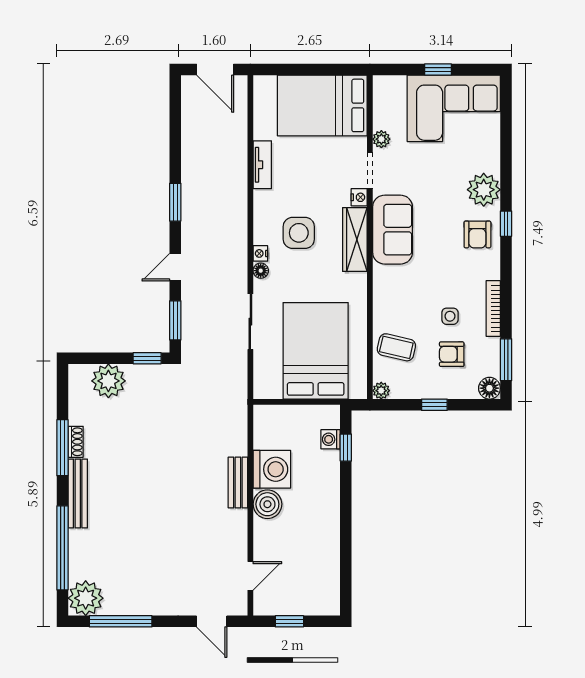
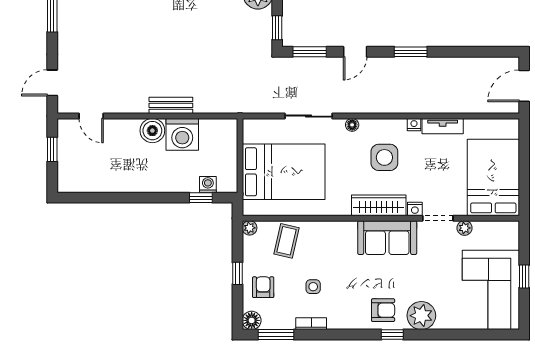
armchair: (477, 234) -> (383, 310), turned 180
nightstand: (260, 253) -> (414, 125), moved
door: (175, 267) -> (355, 52), swing flipped
bookcase: (493, 309) -> (311, 324), width x0.64
armchair: (452, 354) -> (263, 287), moved

